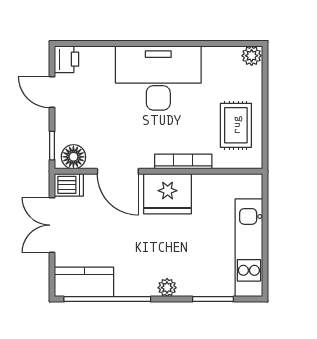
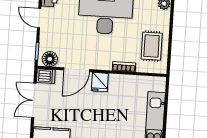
bookcase: (183, 162) -> (124, 67), width x0.64
door: (118, 171) -> (77, 70), hinge flipped
fridge: (168, 194) -> (100, 82), width x0.53, depth x0.75

